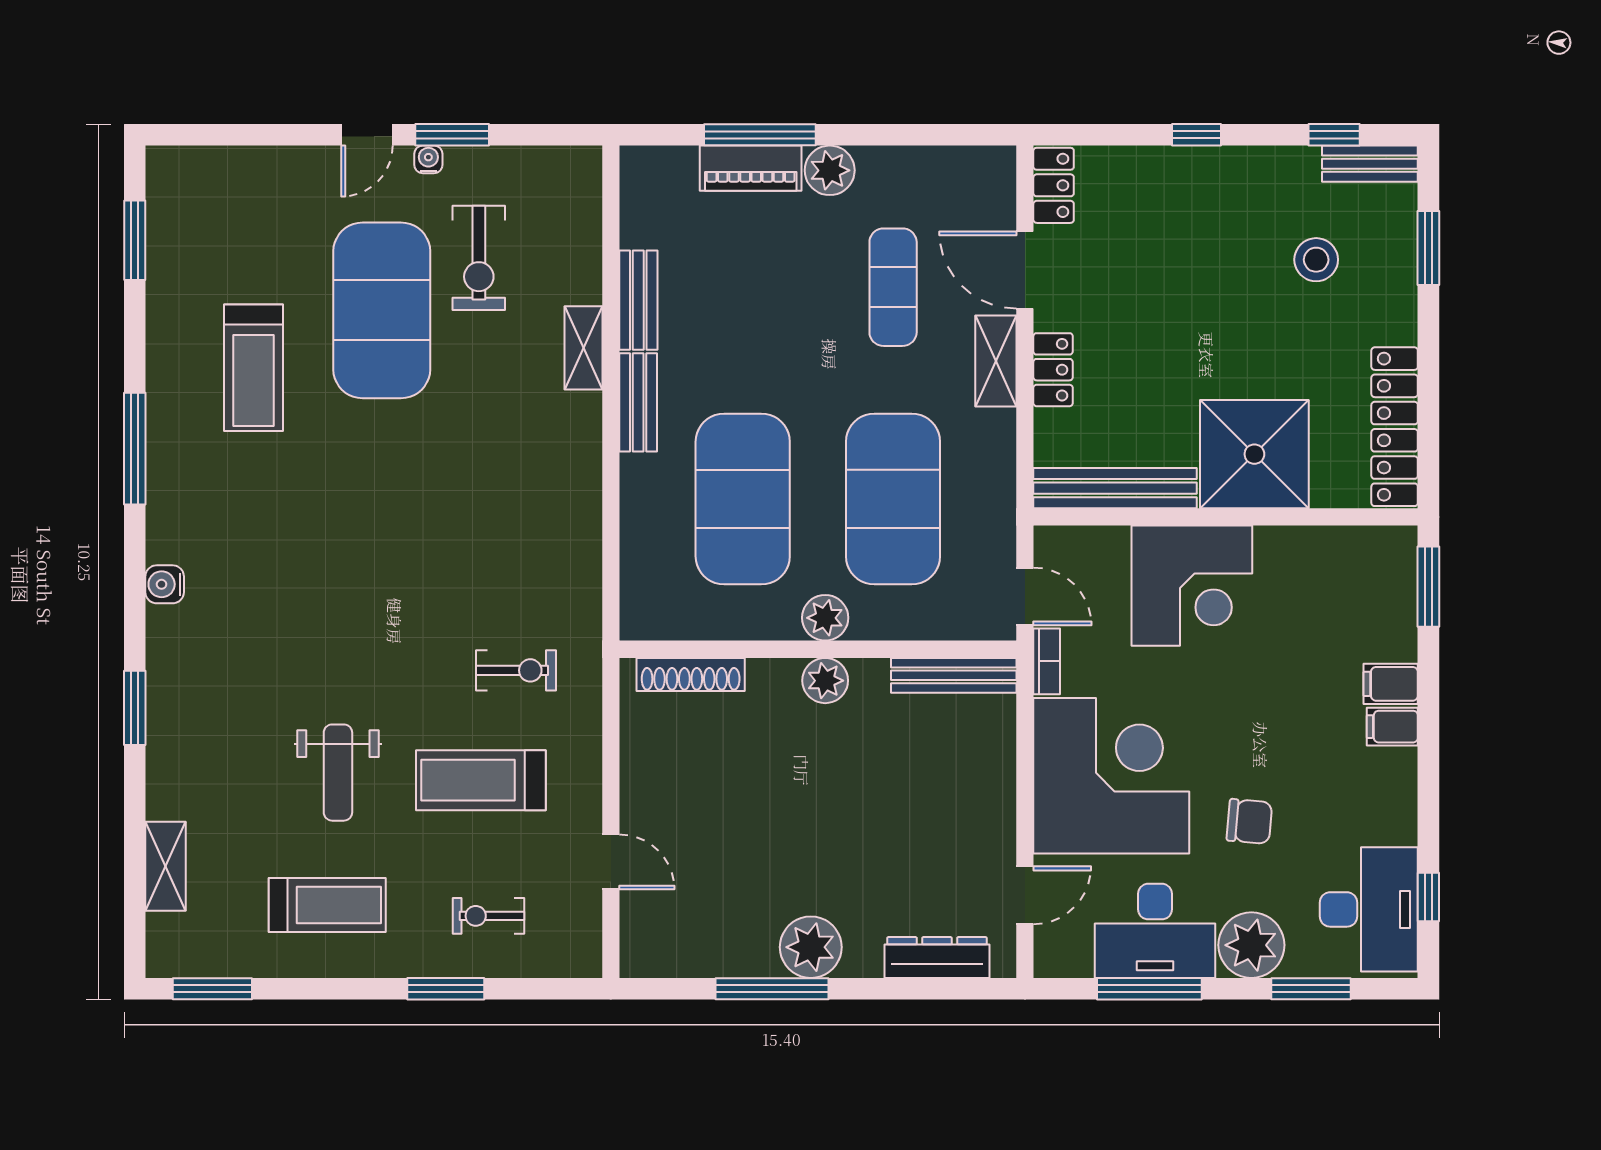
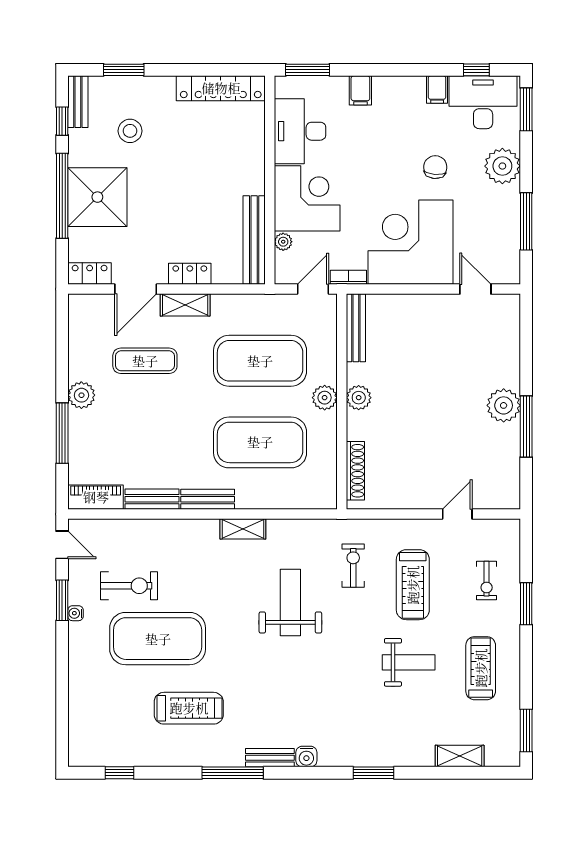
door: (367, 135) -> (62, 545), moved
window: (1197, 135) -> (62, 196), width x3.17
piano: (751, 168) -> (96, 497), moved, turned -90
window: (135, 240) -> (119, 773), width x0.67
shelving: (583, 348) -> (243, 529), moved
shower: (1254, 454) -> (97, 197), moved
bench: (162, 517) -> (270, 758), added
plant: (1112, 542) -> (283, 242), added
weight bench: (448, 555) -> (290, 602), added
filing cabinet: (1392, 727) -> (437, 89), moved
desk: (1155, 931) -> (300, 131), moved, turned 180
dresser: (937, 958) -> (509, 337), removed
window: (1311, 989) -> (526, 109), moved

